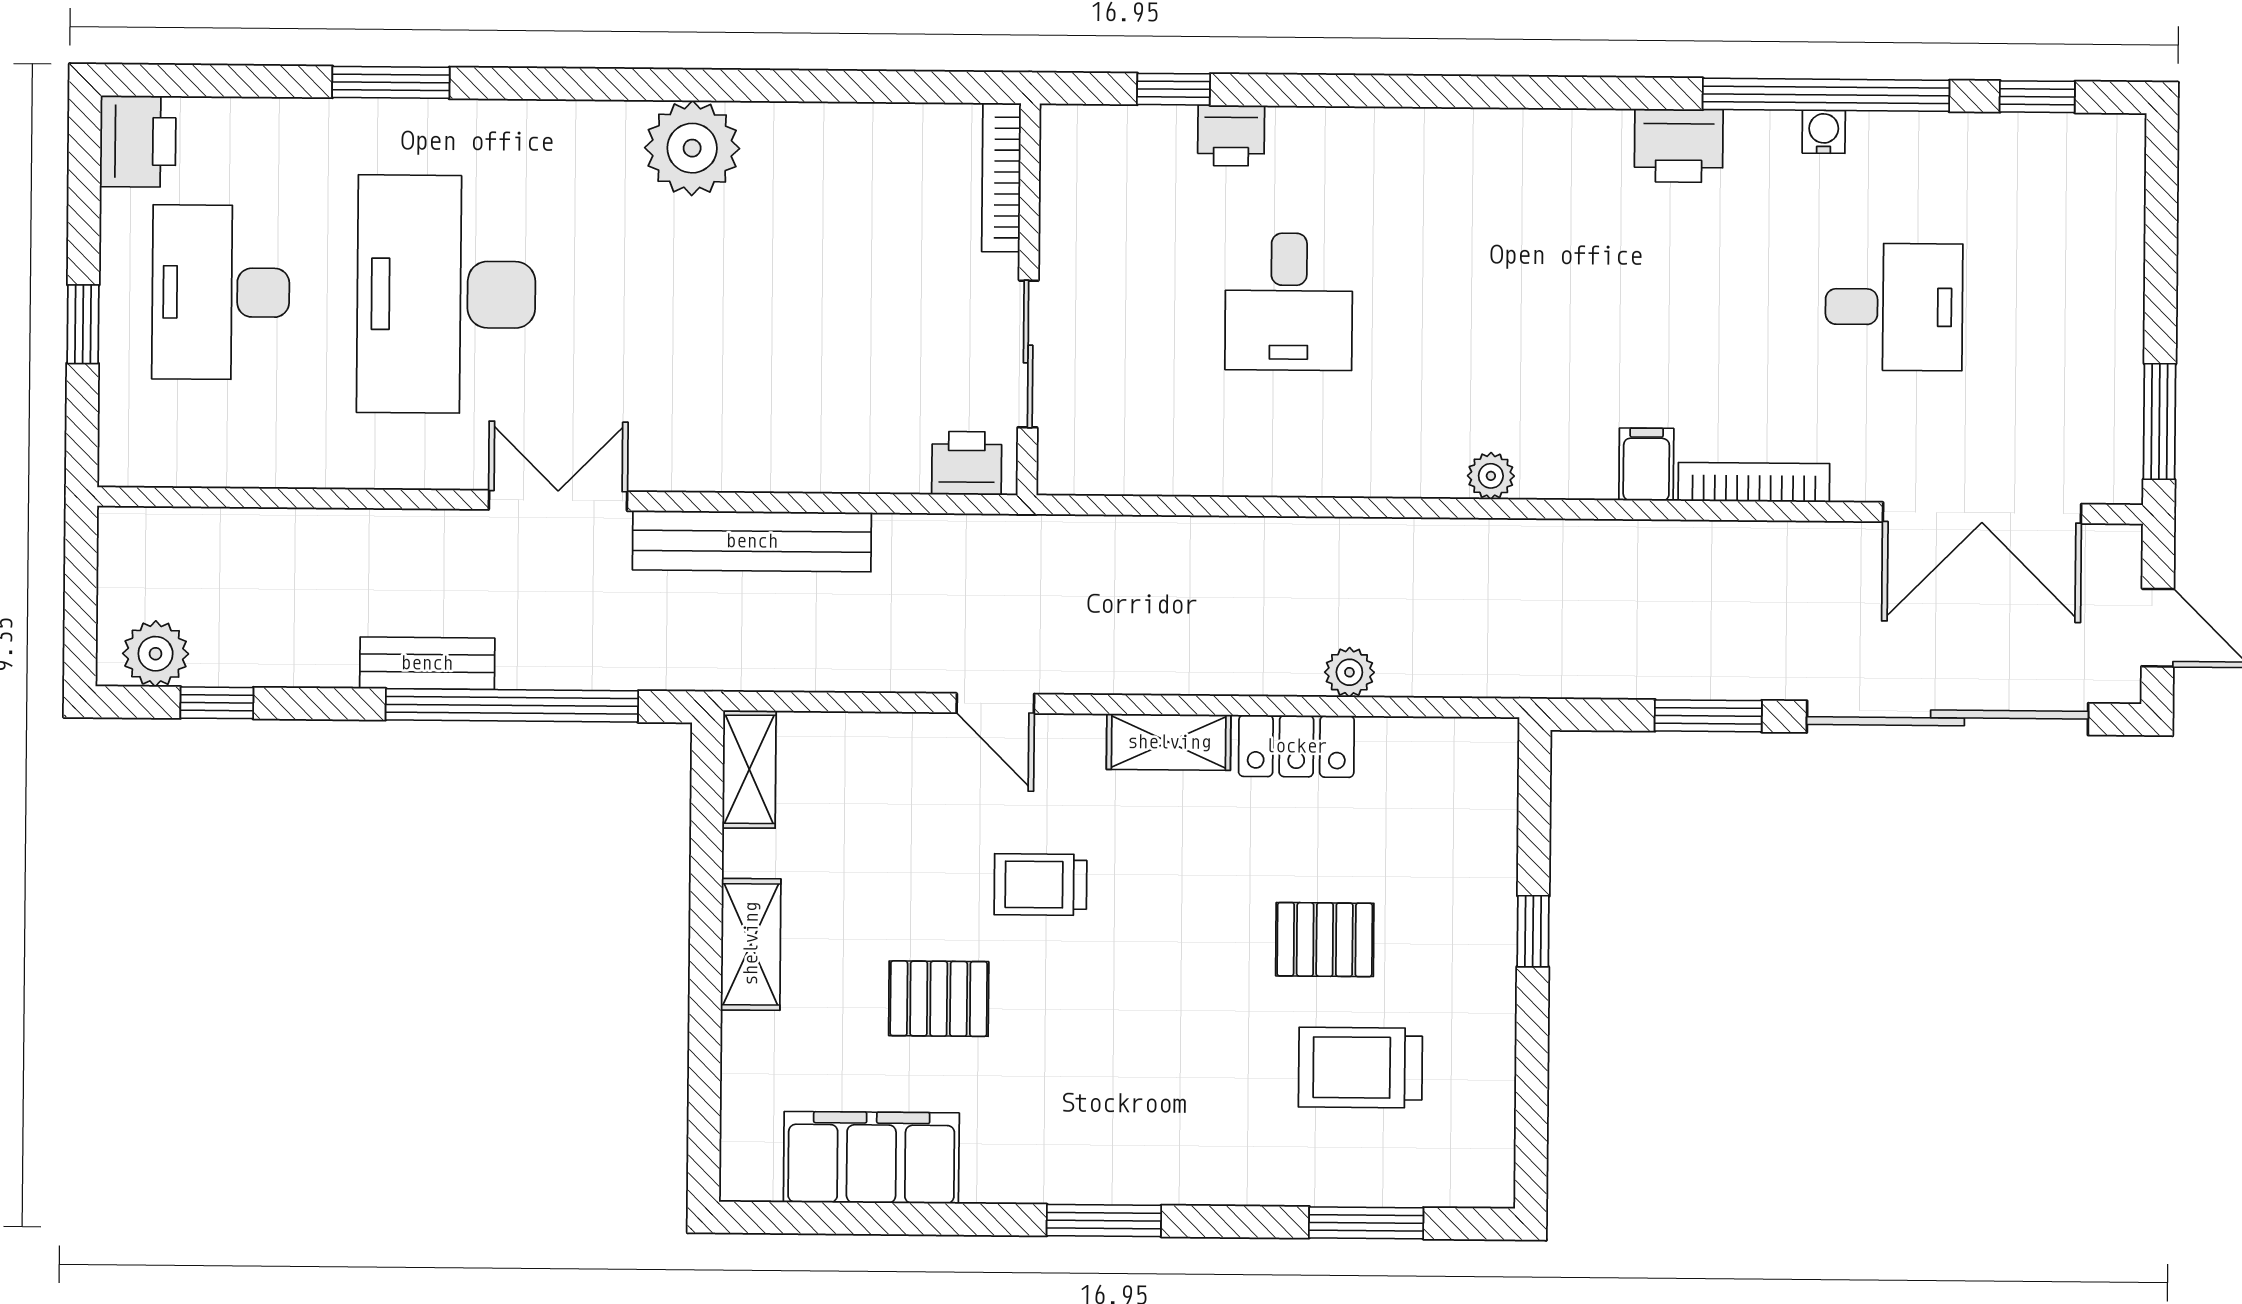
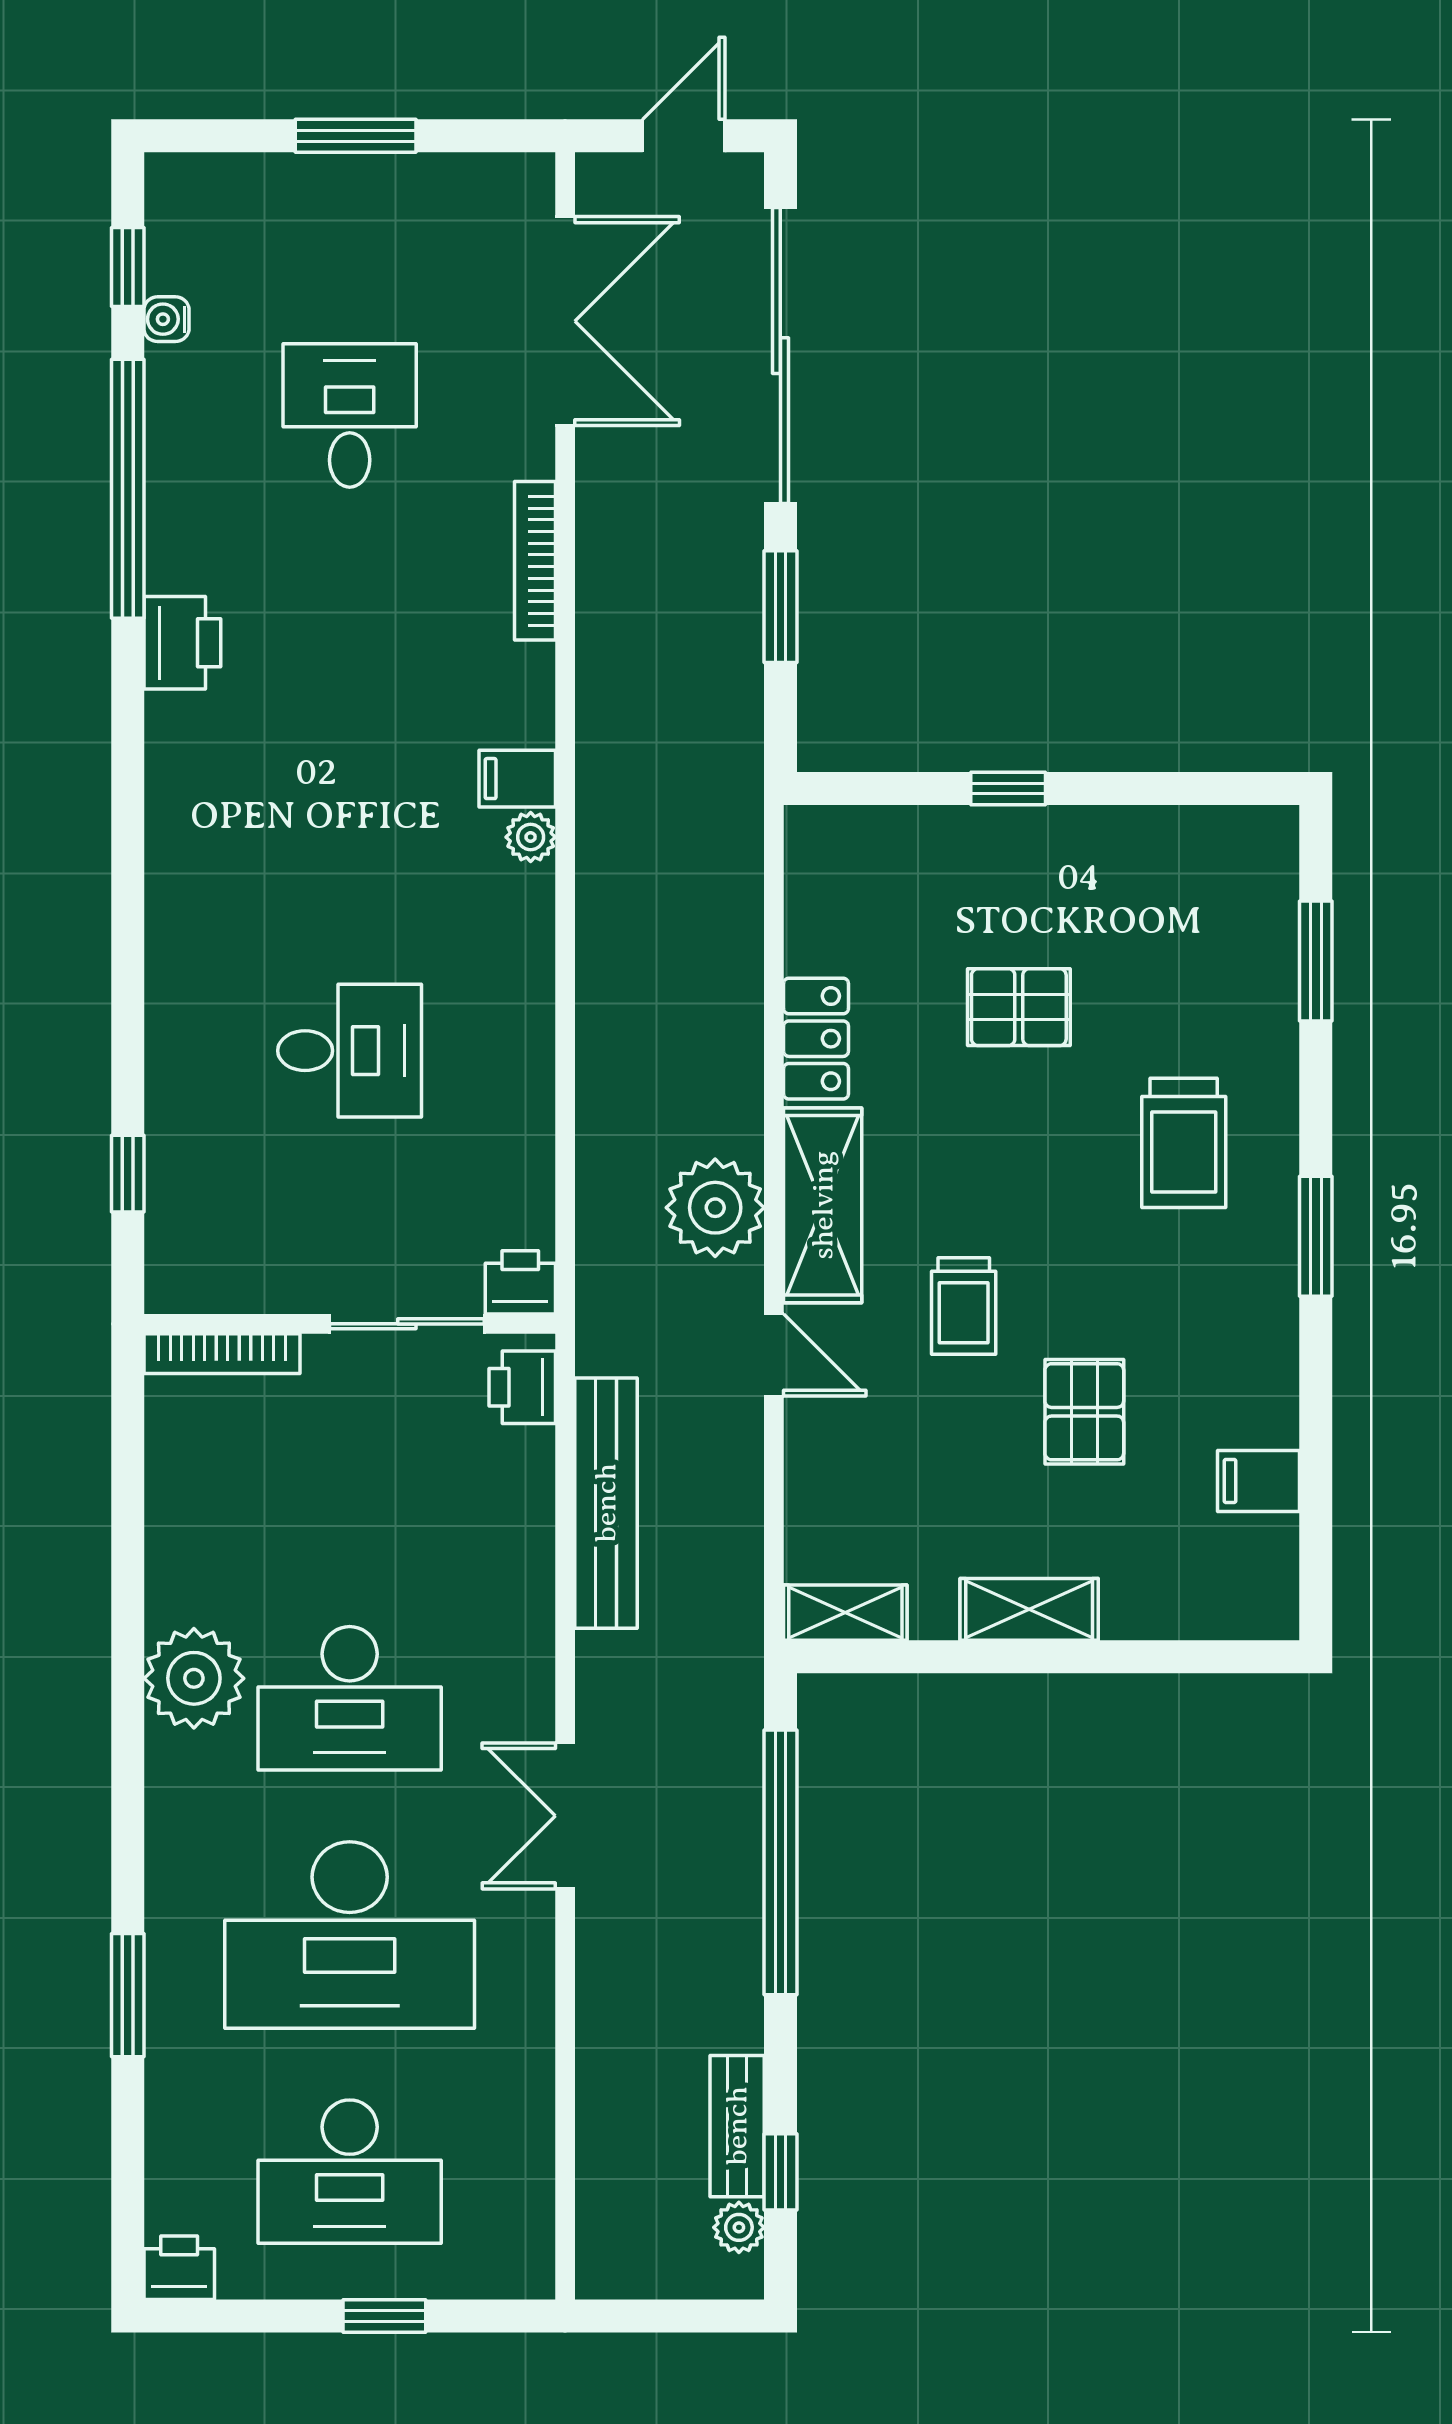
water cooler: (1824, 132) -> (166, 319), moved
printer: (1231, 135) -> (520, 1282), moved, turned -90
printer: (138, 141) -> (179, 2268), width x0.73, depth x0.81
desk: (672, 296) -> (350, 1698), added
window: (2159, 422) -> (356, 136), moved
filing cabinet: (1646, 464) -> (517, 779), moved
bench: (752, 541) -> (606, 1503), moved
plant: (156, 654) -> (739, 2227), width x0.73, depth x0.73
bench: (427, 663) -> (737, 2126), moved
plant: (1349, 672) -> (715, 1208), moved, width x1.87, depth x1.87
door: (995, 703) -> (774, 1355), hinge flipped
shelving: (1169, 742) -> (823, 1205), width x1.50, depth x1.33
pallet: (1325, 940) -> (1019, 1007), turned 90
trolley: (1360, 1068) -> (1184, 1143), moved
filing cabinet: (871, 1158) -> (1259, 1481), width x0.33, depth x0.86

